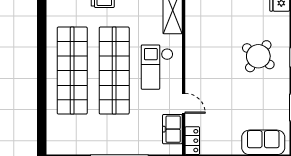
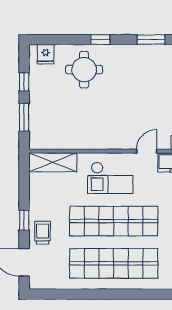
round table: (258, 56) -> (84, 70), moved, turned -36

